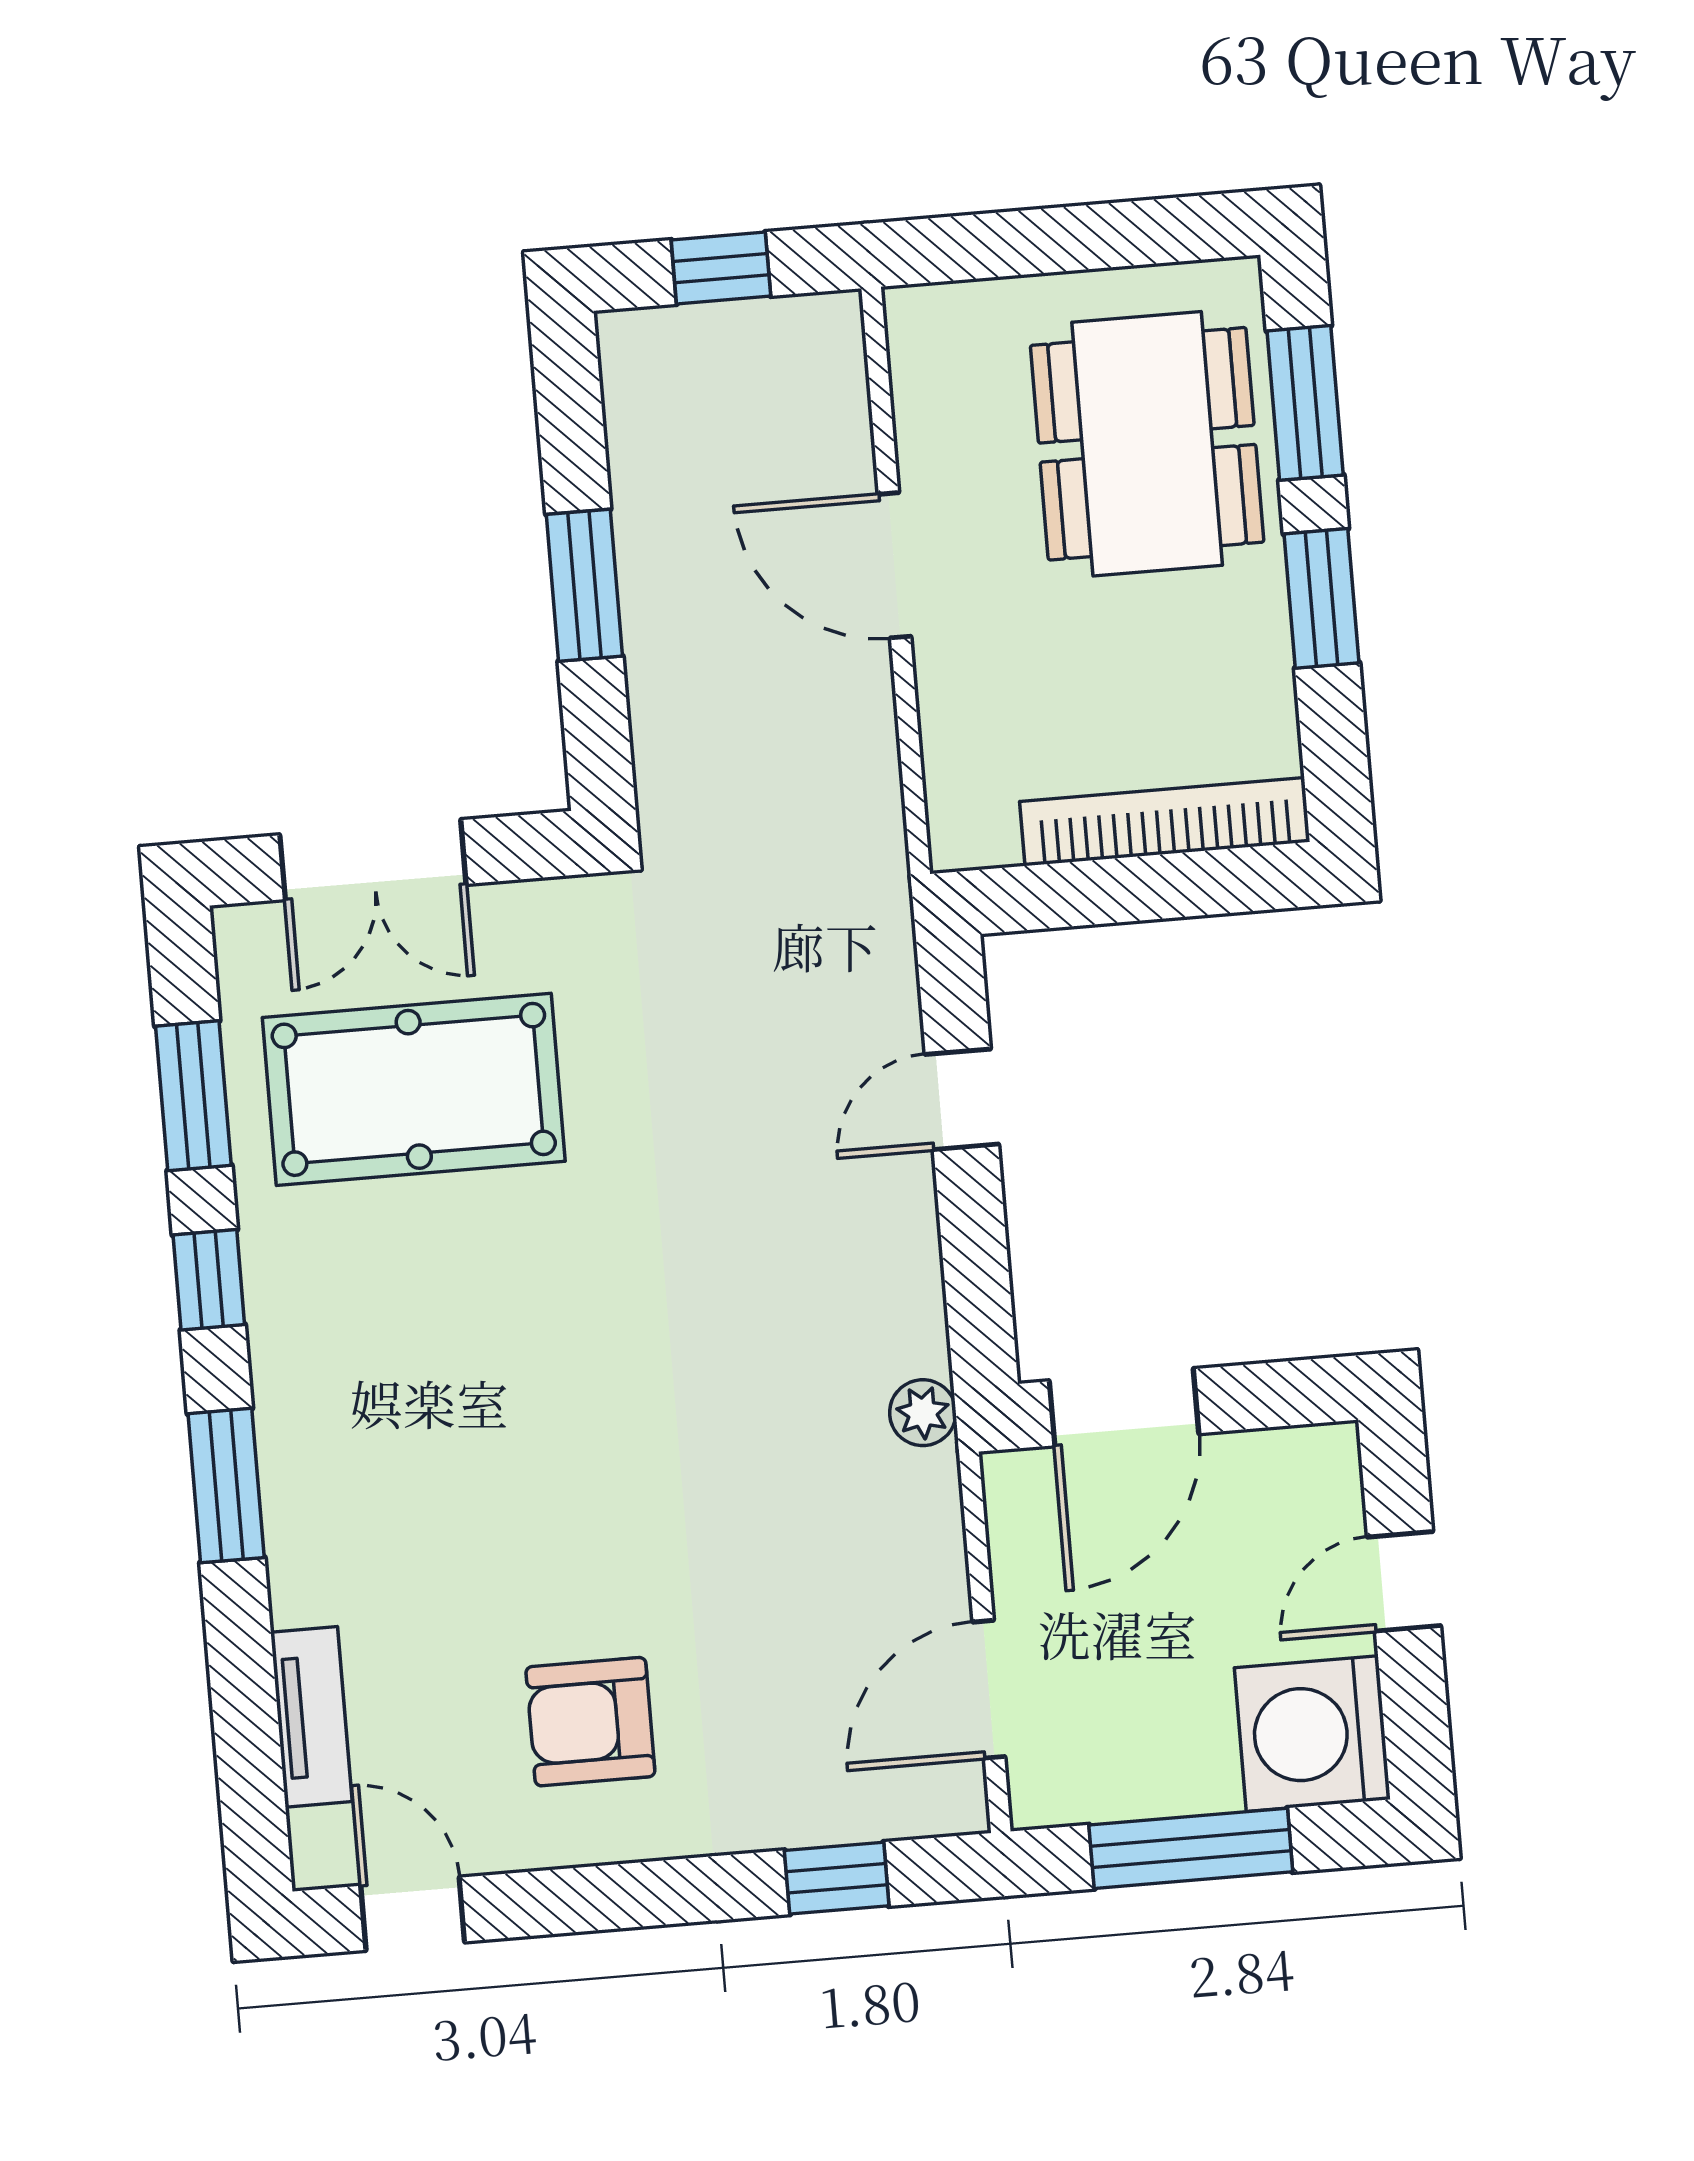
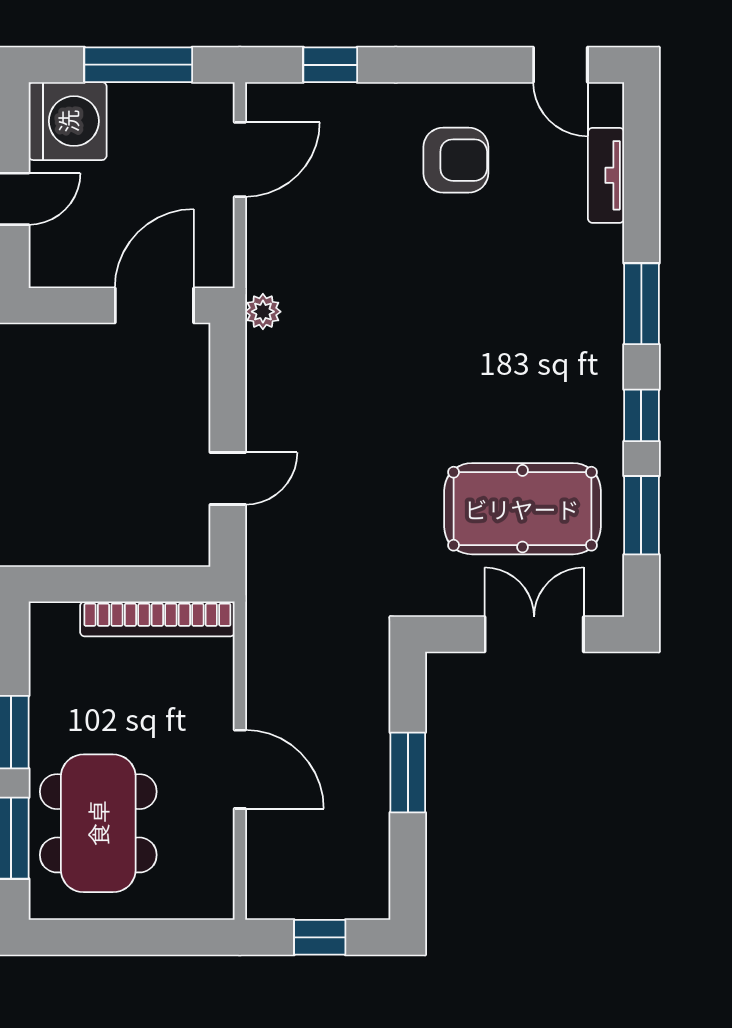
bookcase: (1165, 822) -> (157, 619), moved

